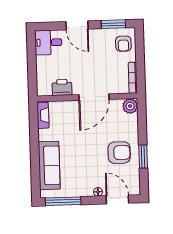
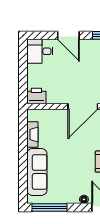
printer: (62, 87) -> (36, 96), moved
fireplace: (43, 115) -> (32, 134), moved

